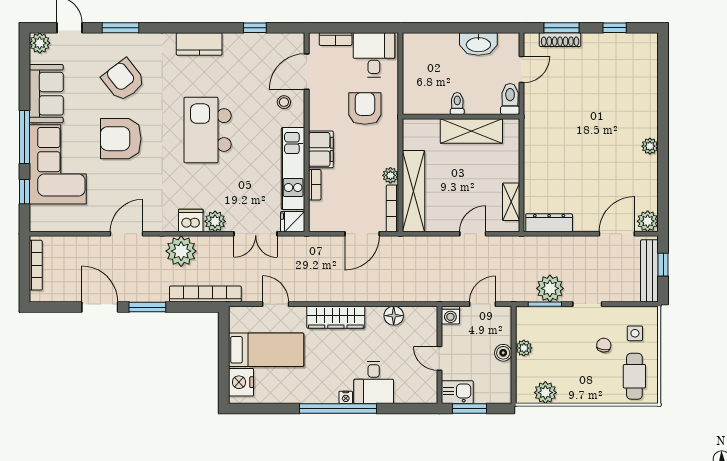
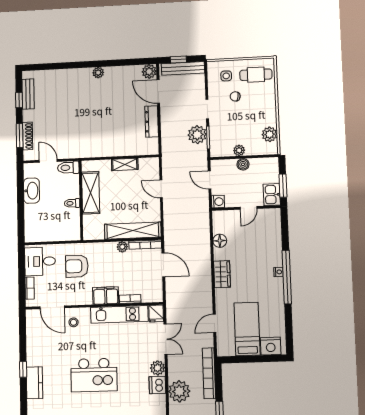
window: (255, 28) -> (23, 369), moved
bench: (623, 41) -> (28, 94), added
shelving: (511, 202) -> (125, 164), moved
dresser: (549, 223) -> (152, 122), moved
wardrobe: (336, 317) -> (222, 274), width x0.67
desk: (374, 382) -> (267, 253), removed

